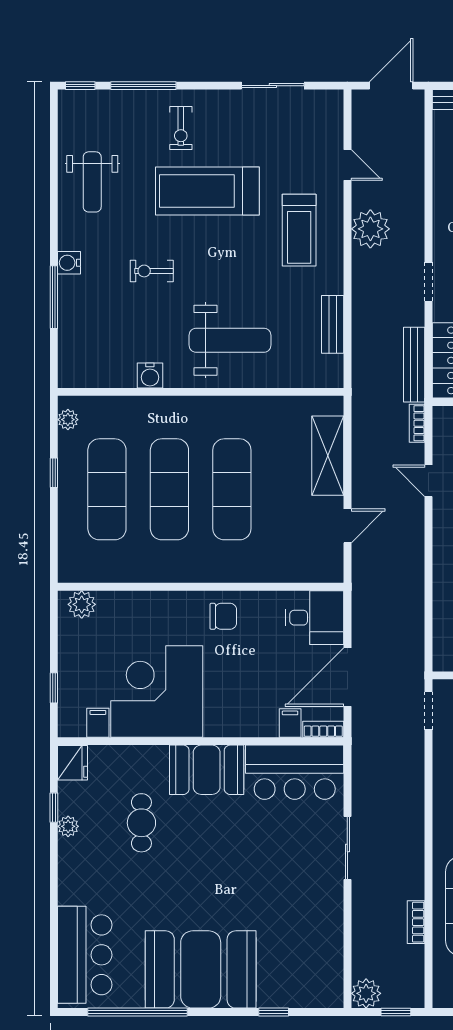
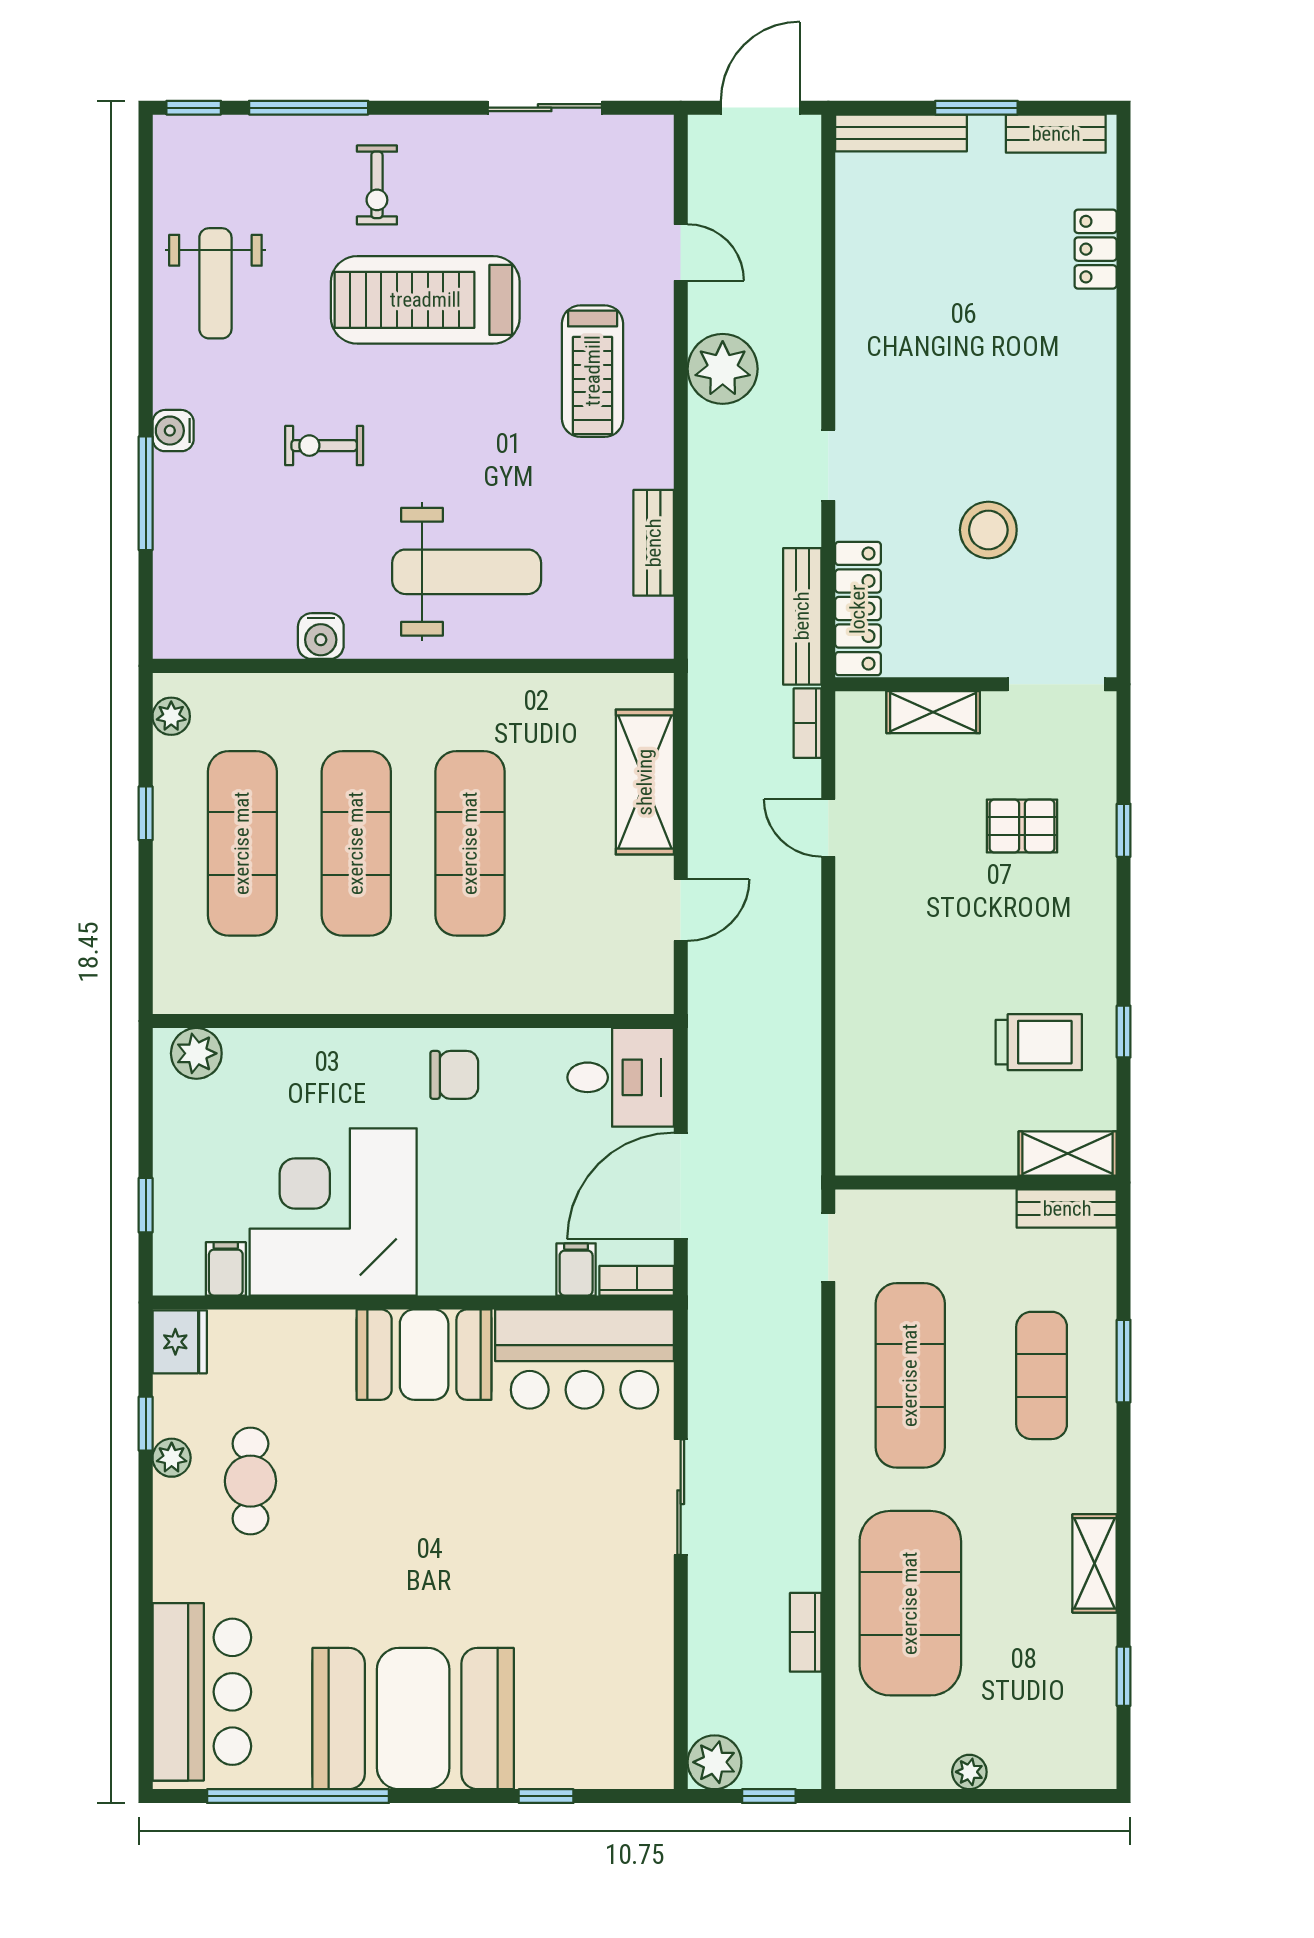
cafe table: (141, 823) -> (250, 1481), moved

